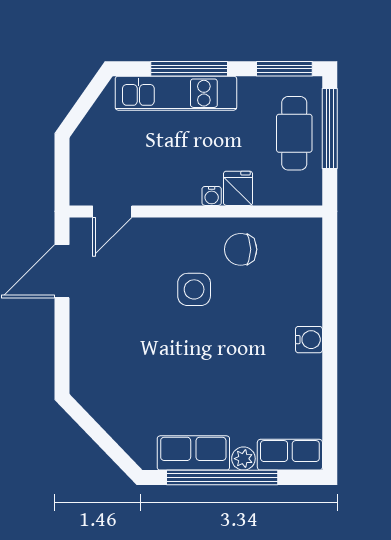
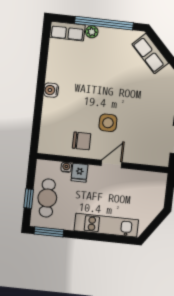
window: (189, 69) -> (98, 237), removed
window: (330, 128) -> (29, 199), width x0.46
water cooler: (212, 196) -> (66, 167), moved
door: (112, 211) -> (111, 164), moved
row of seats: (193, 453) -> (150, 54), moved, turned 46

